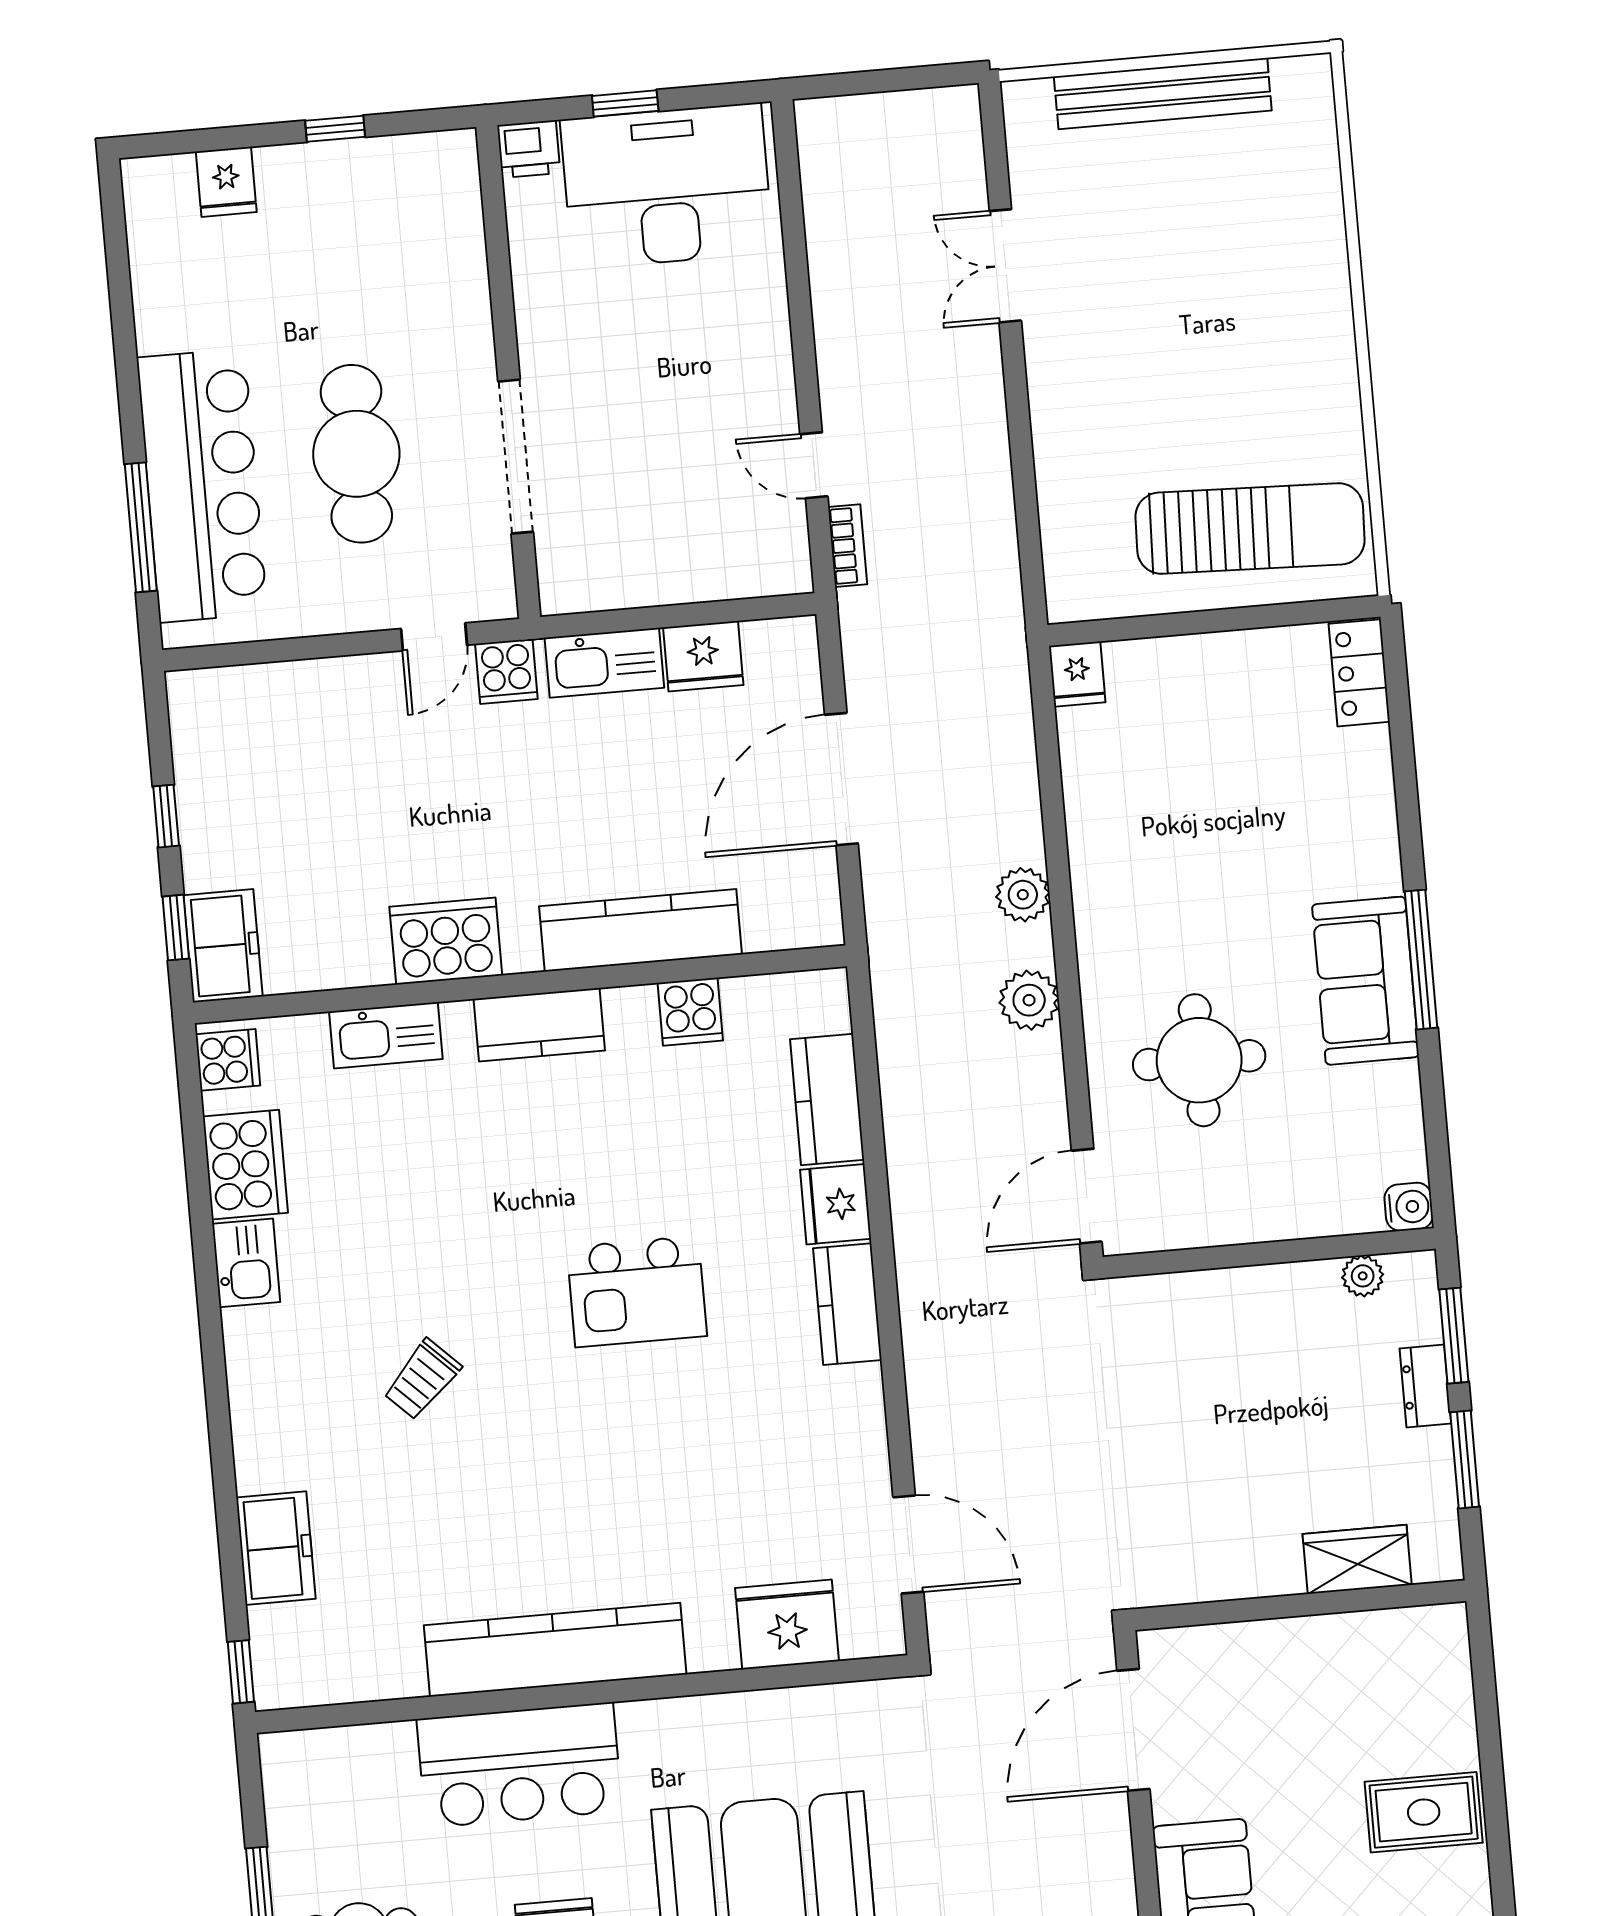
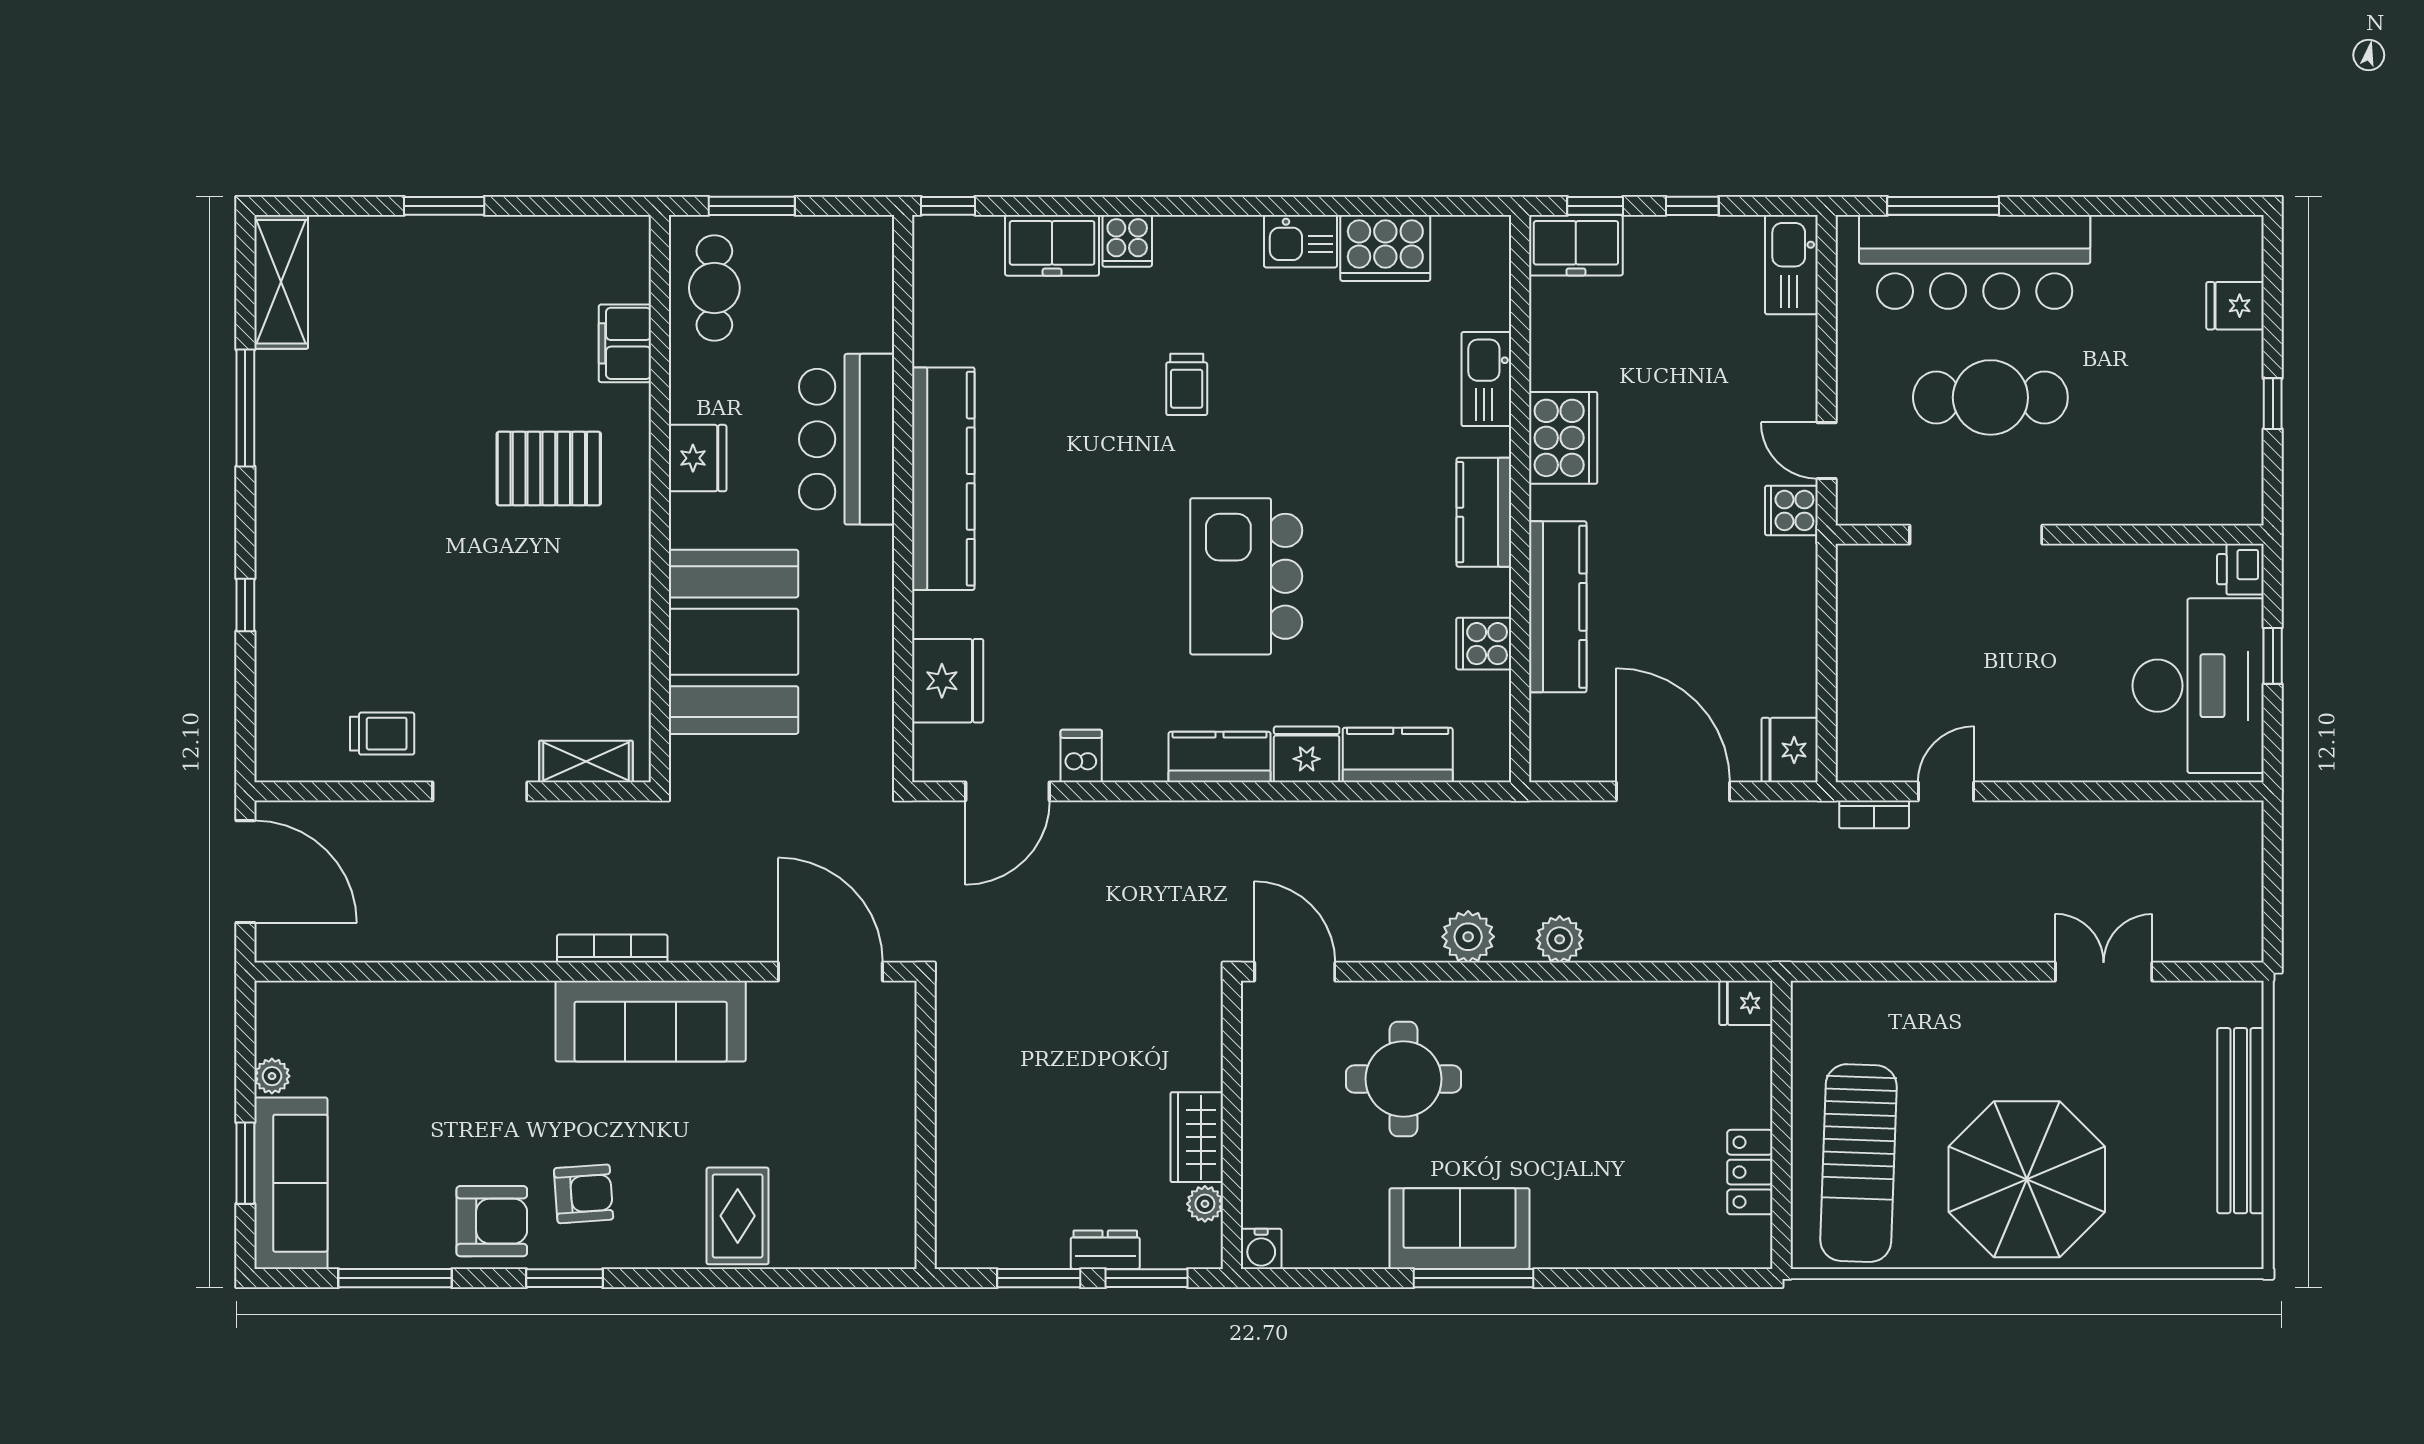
parasol: (1252, 333) -> (2027, 1179), added
fridge: (703, 656) -> (1790, 750), moved
kitchen sink: (604, 663) -> (1791, 265), moved
locker: (1359, 673) -> (1750, 1172), moved, turned -90
cooker: (228, 1060) -> (1127, 241), moved
kitchen island: (637, 1292) -> (1246, 576), width x1.37, depth x1.28
trolley: (422, 1379) -> (1187, 384), turned -134
dishwasher: (860, 1463) -> (1081, 756), added
wardrobe: (1357, 1559) -> (1197, 1137), moved, turned 180

